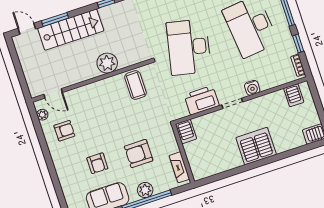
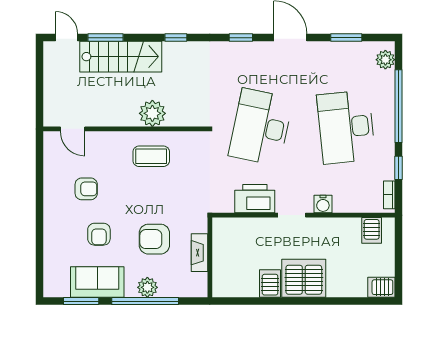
coffee table: (135, 85) -> (151, 156), moved, turned 90
plant: (42, 115) -> (50, 151), removed
armchair: (64, 131) -> (86, 189), moved
server rack: (186, 131) -> (270, 284), moved, turned 180
fireplace: (179, 167) -> (200, 253), moved

